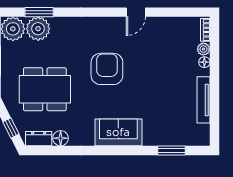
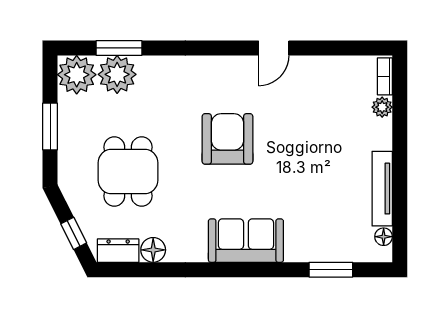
floor lamp: (204, 62) -> (384, 237), moved
dining table: (45, 89) -> (128, 172), width x0.73

